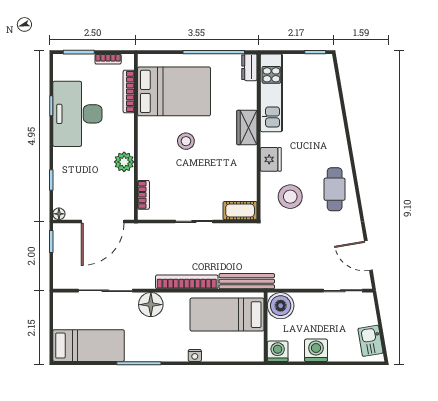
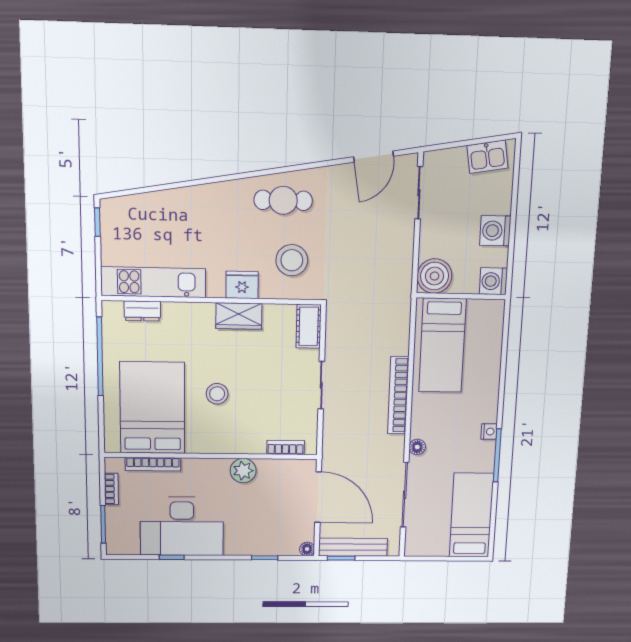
dresser: (249, 67) -> (142, 311), moved
wardrobe: (247, 128) -> (239, 316), moved
bench: (247, 281) -> (353, 547), moved, turned 90
floor lamp: (151, 305) -> (417, 447), width x0.53, depth x0.53
nightstand: (195, 355) -> (489, 432), moved

